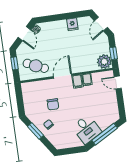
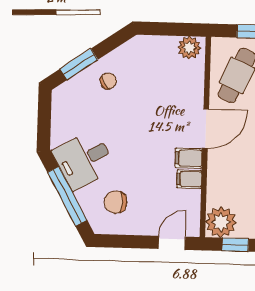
door: (63, 76) -> (206, 129), hinge flipped
plant: (27, 90) -> (189, 48), added
chair: (53, 104) -> (116, 202), moved
window: (36, 131) -> (79, 64), moved

